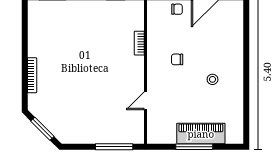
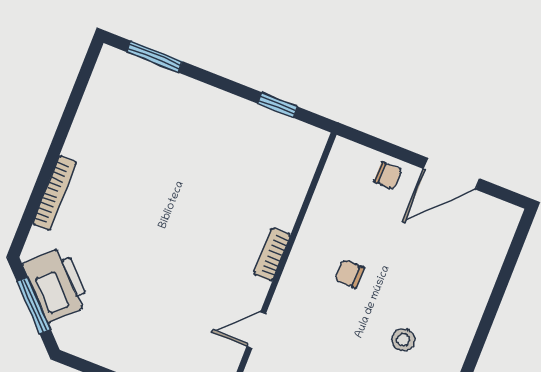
bookcase: (139, 43) -> (272, 254), moved
printer: (49, 115) -> (57, 284), added

